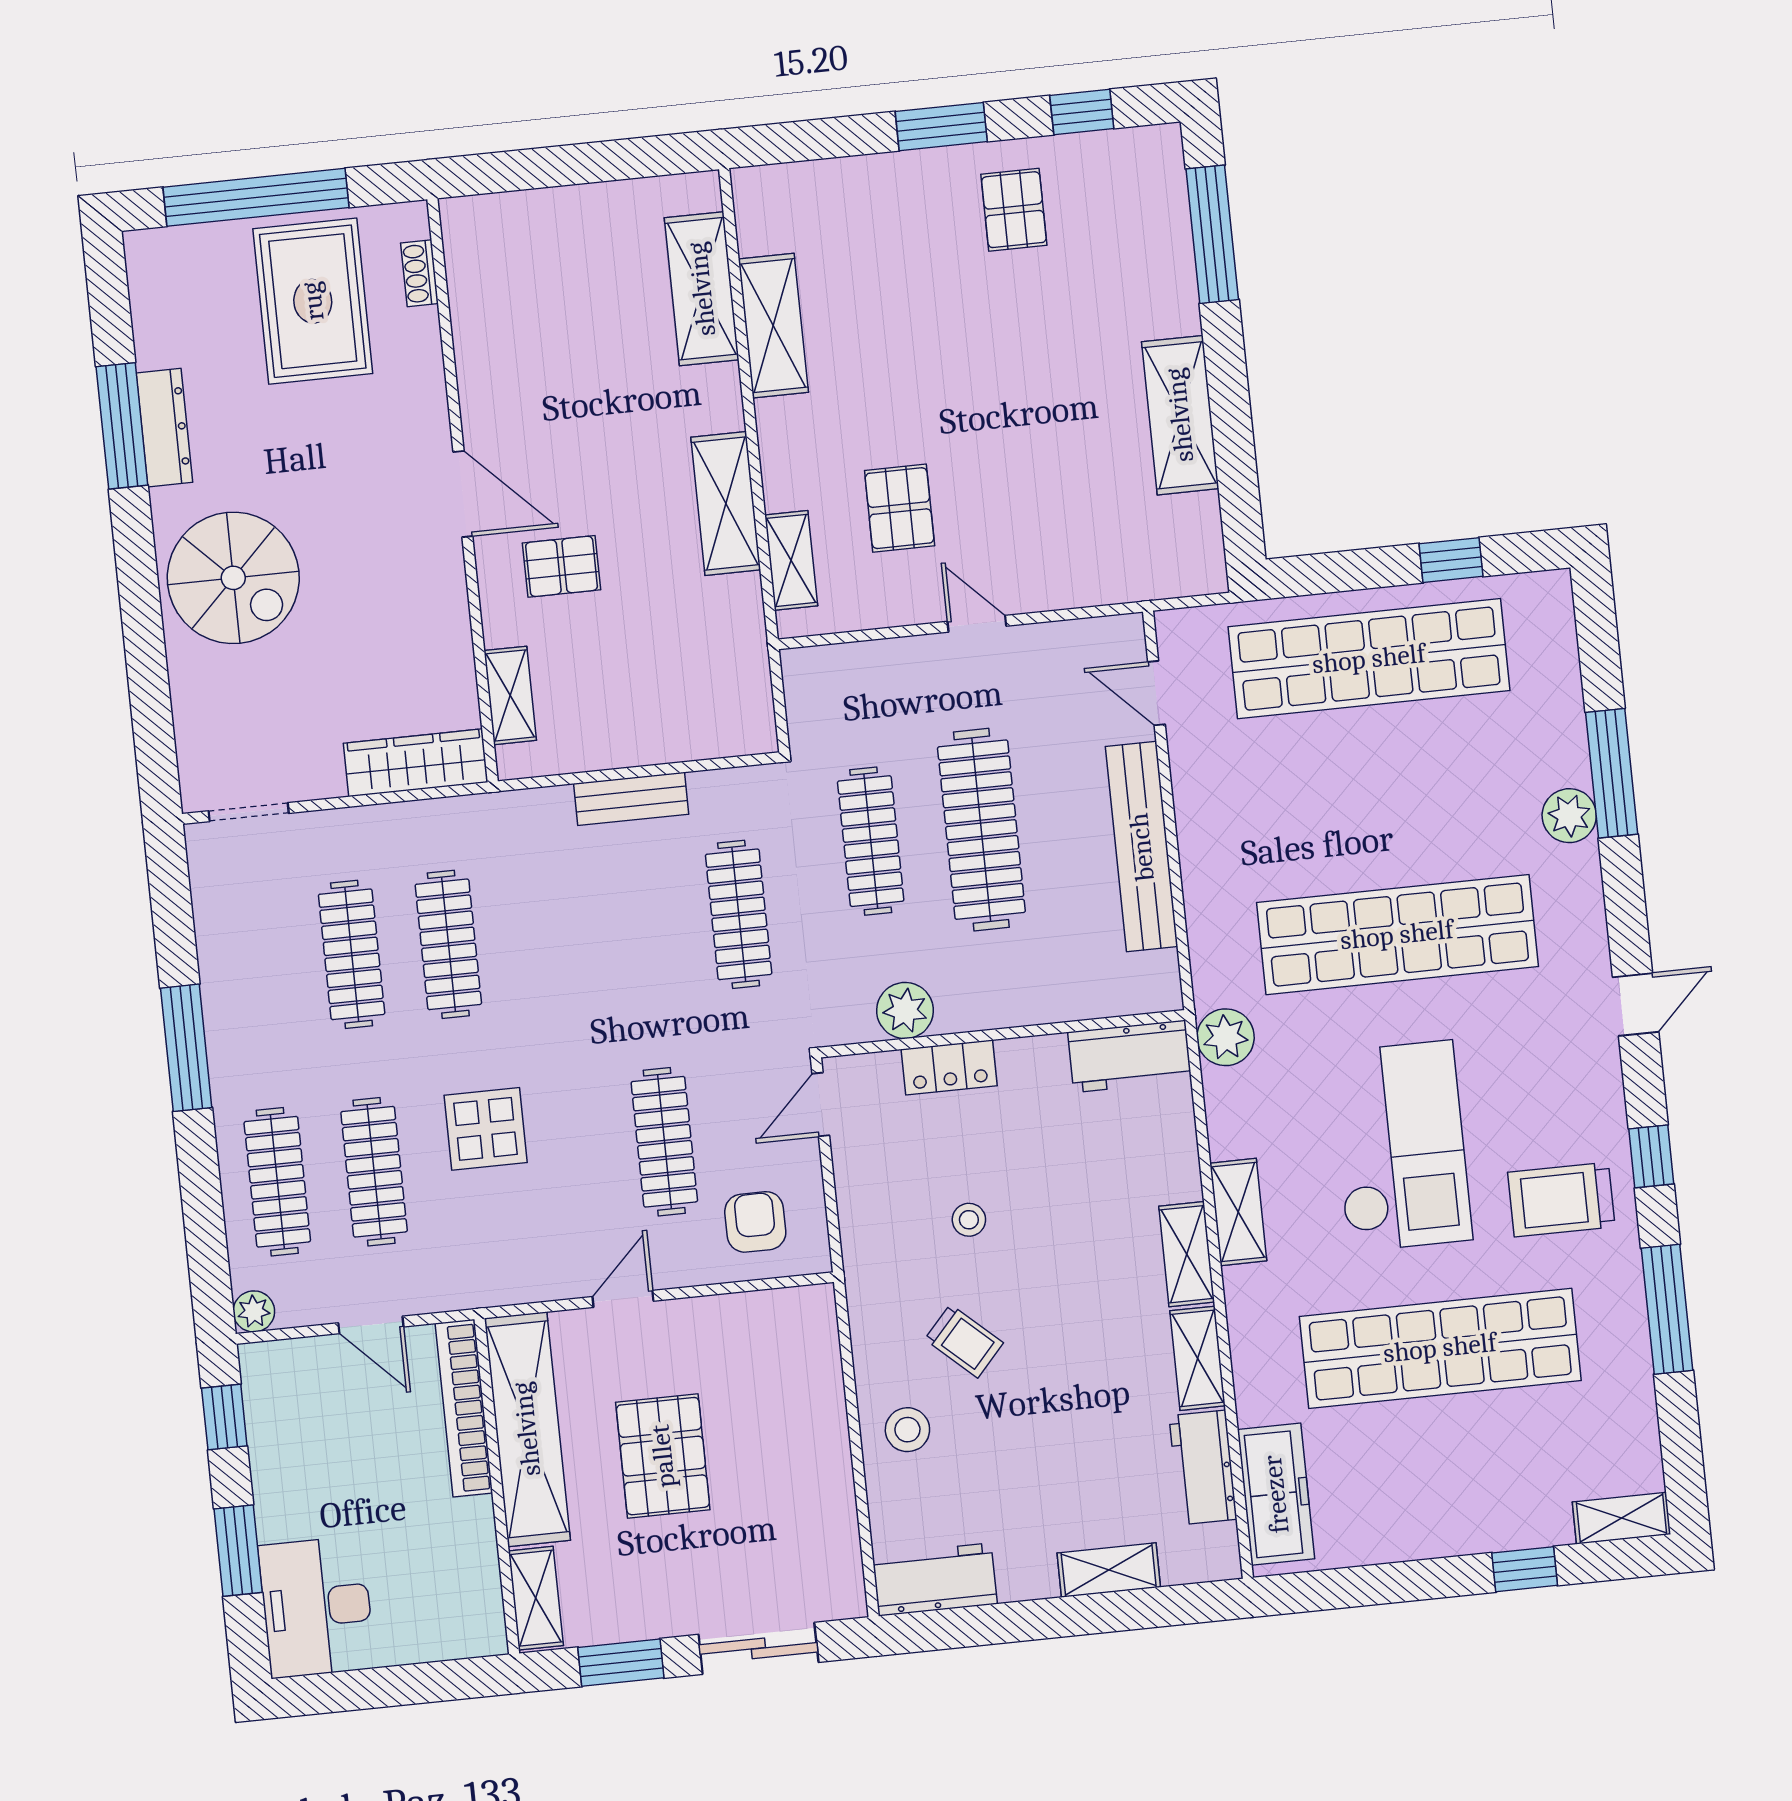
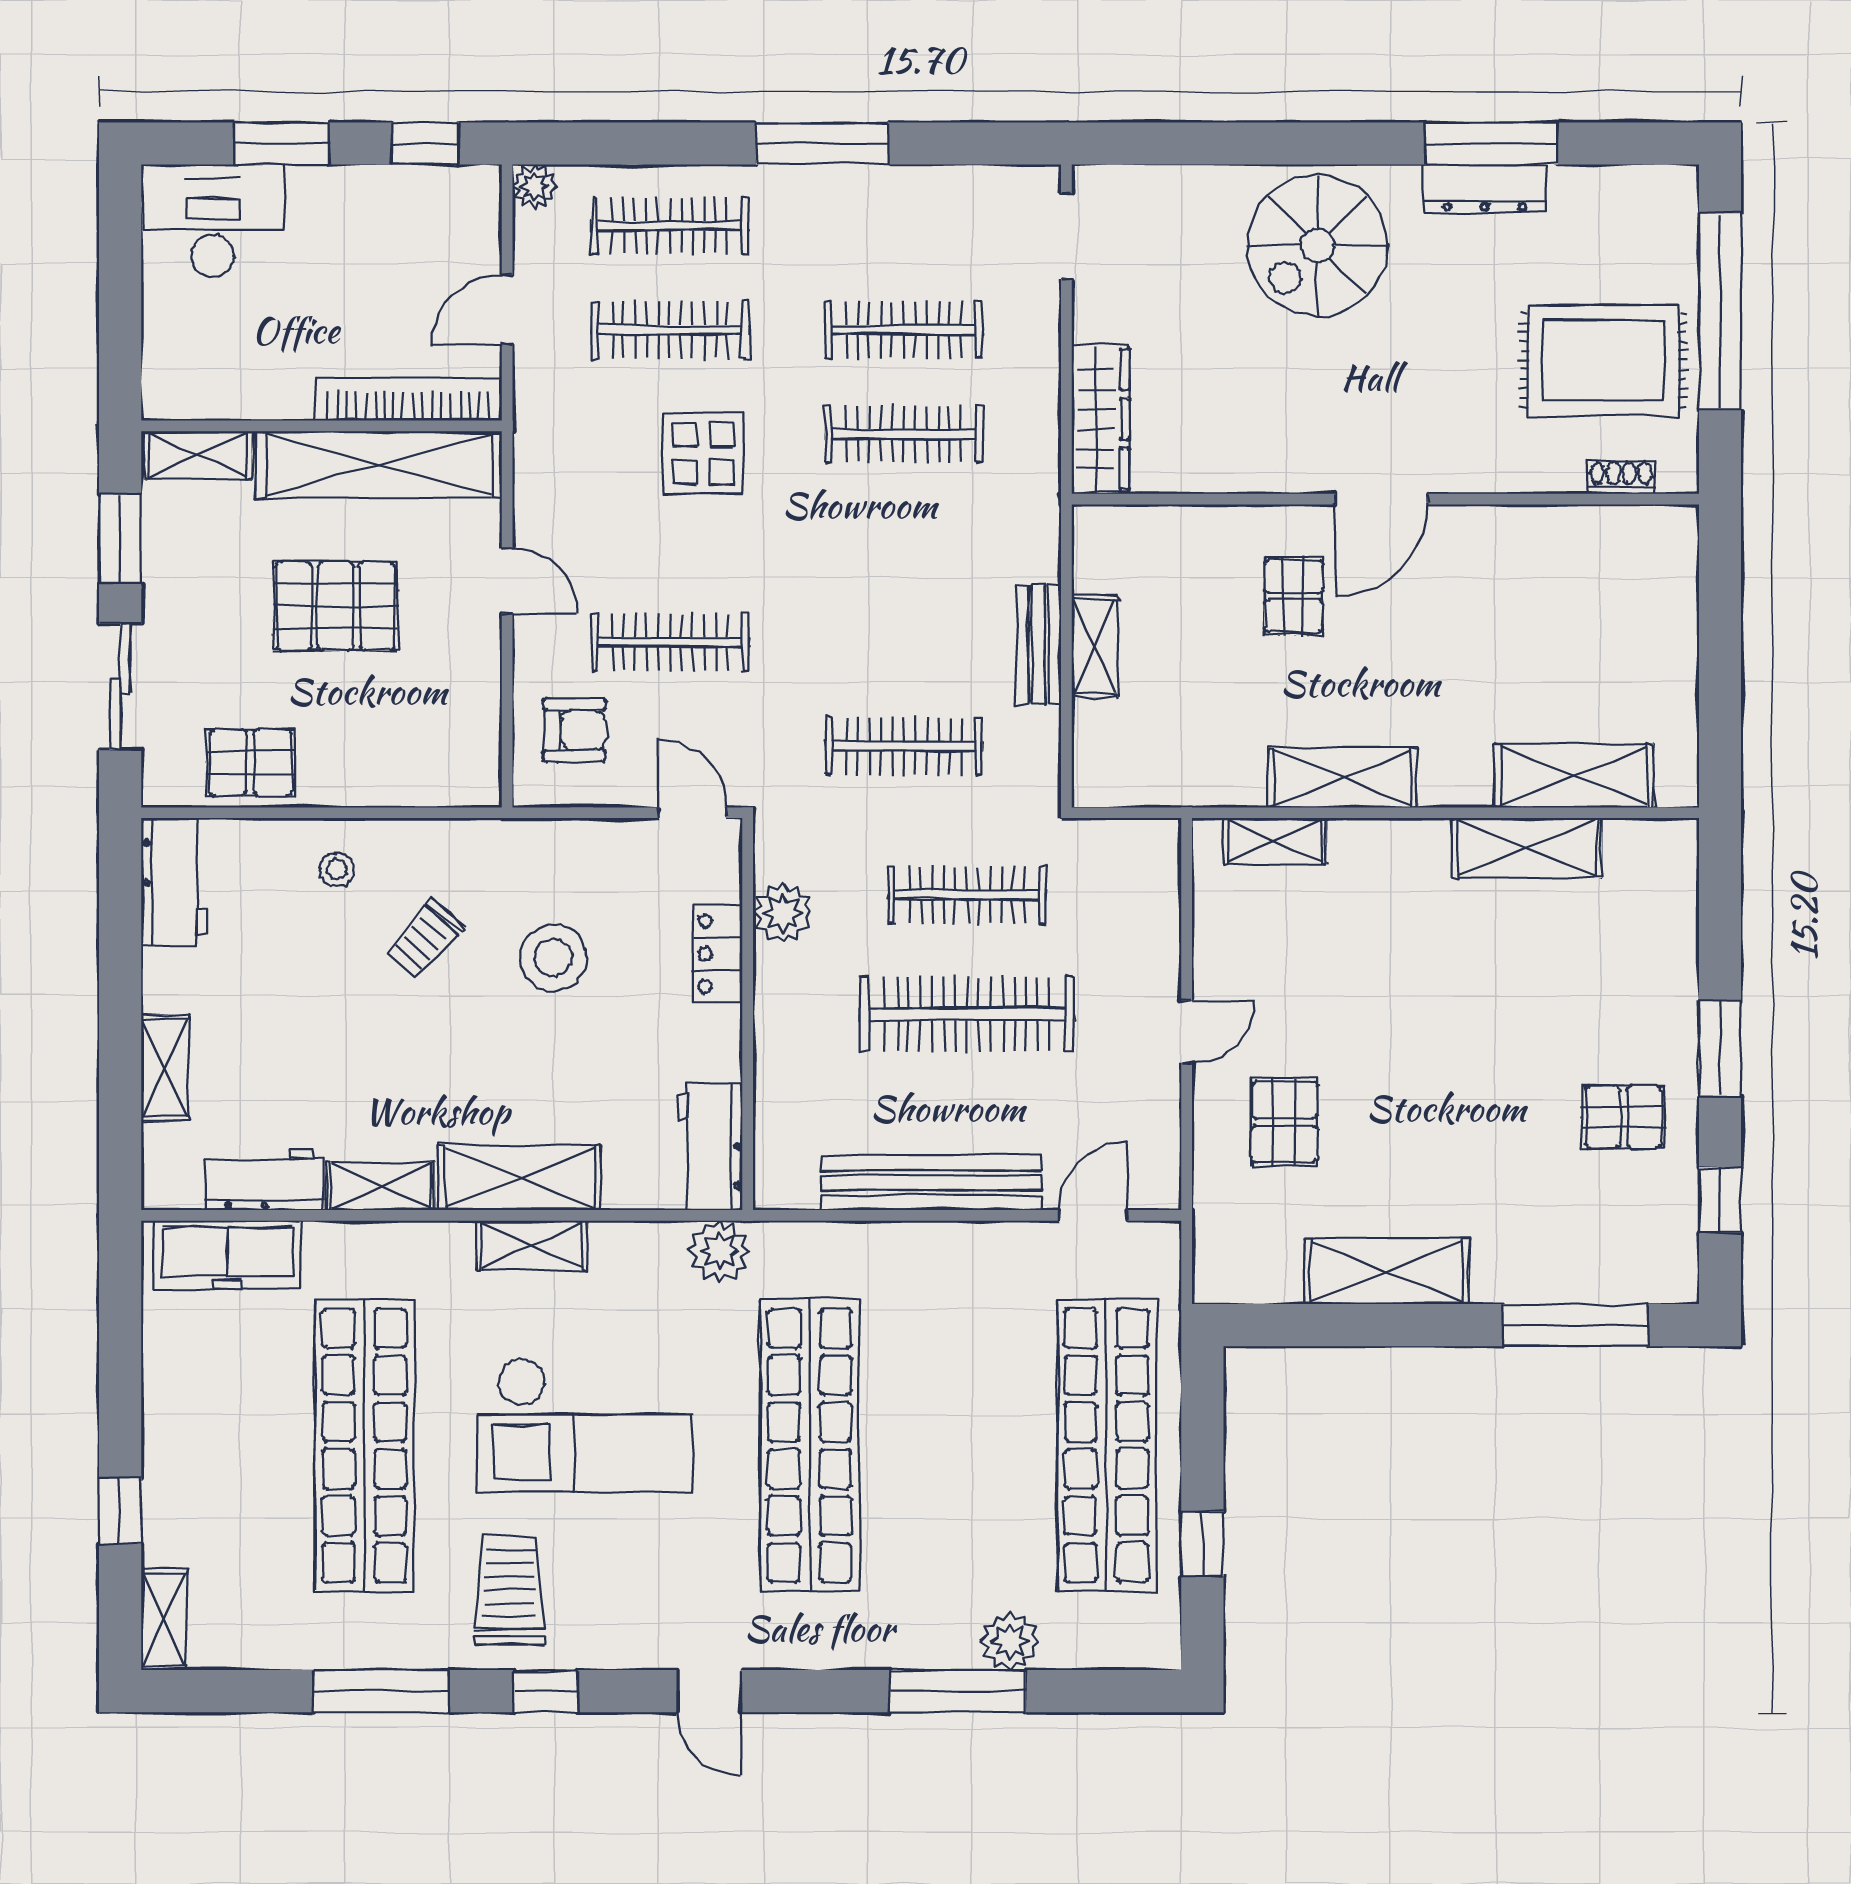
pallet: (900, 508) -> (1284, 1122), moved, turned 90
shelving: (510, 695) -> (1095, 646), moved, turned 90
plant: (1569, 816) -> (1009, 1641), moved
stool: (969, 1220) -> (553, 958), width x1.89, depth x1.89
shelving: (1187, 1254) -> (520, 1178), width x1.50, depth x1.33
stool: (907, 1430) -> (337, 869), width x0.73, depth x0.73
pallet: (817, 1520) -> (250, 763), added

